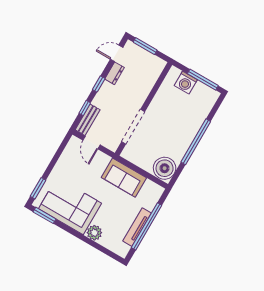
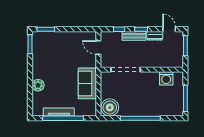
washing machine: (186, 83) -> (166, 78), moved, turned -90
bench: (88, 120) -> (134, 36), moved
door: (92, 143) -> (98, 48), hinge flipped
corner sofa: (70, 206) -> (47, 58), removed

